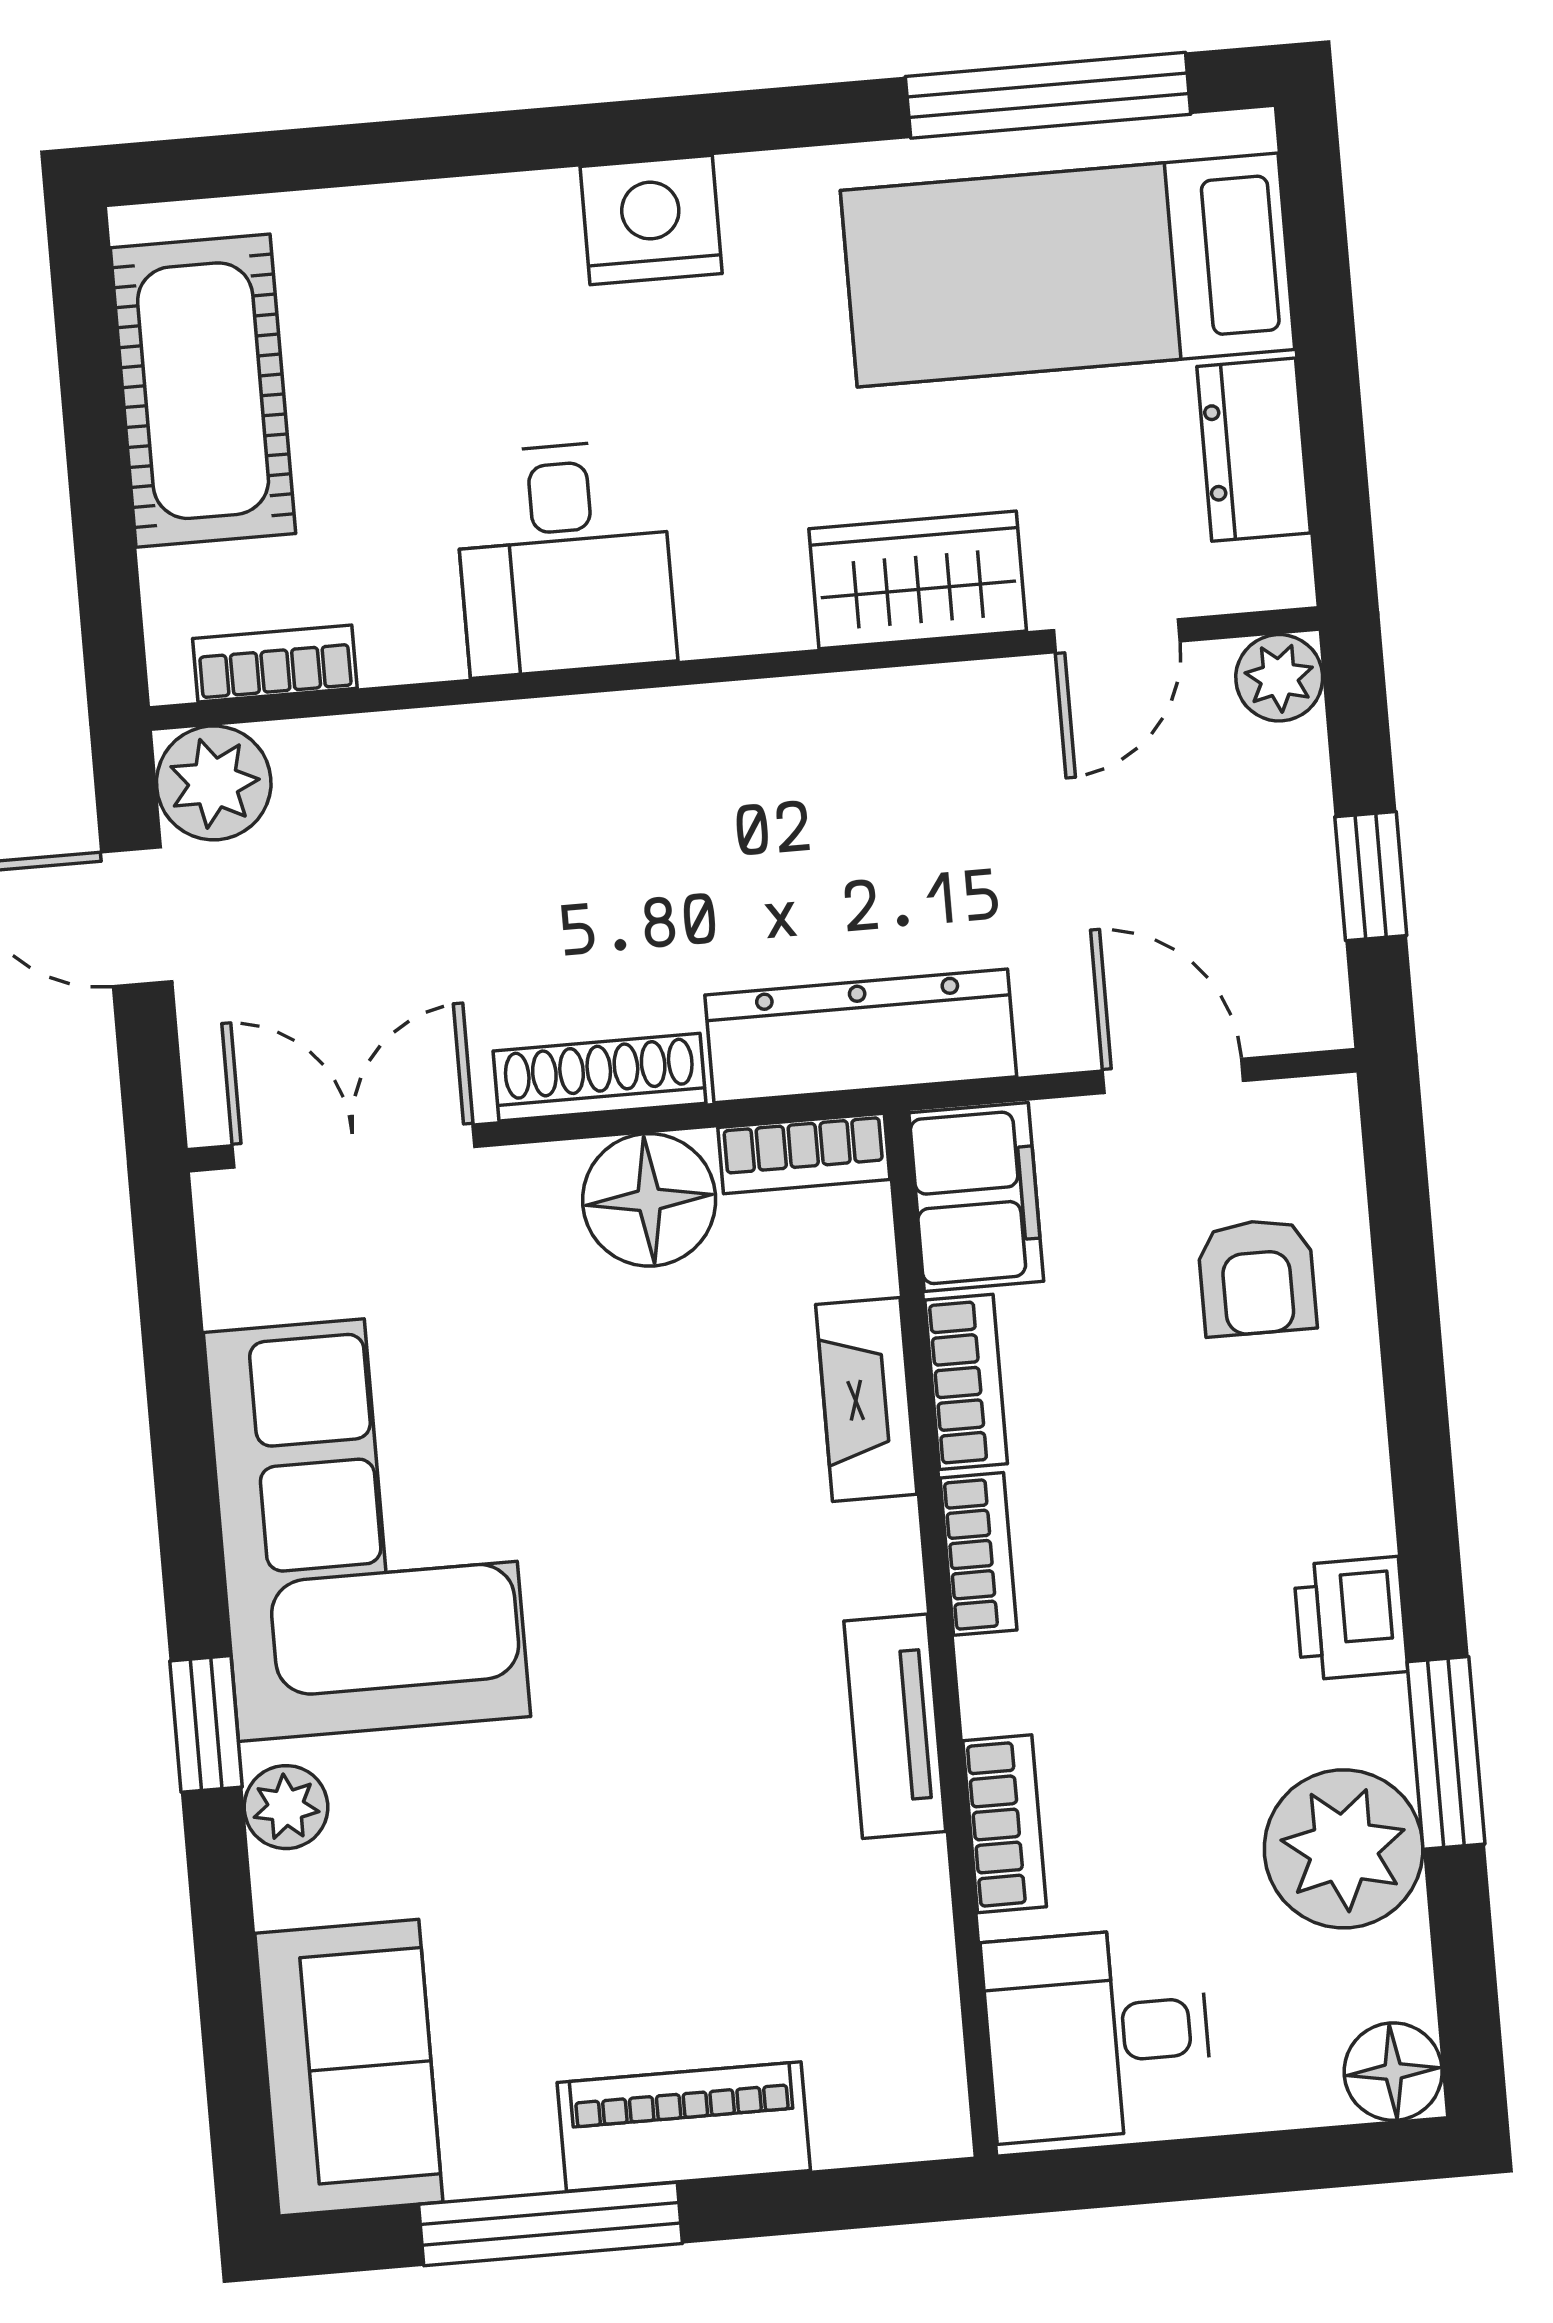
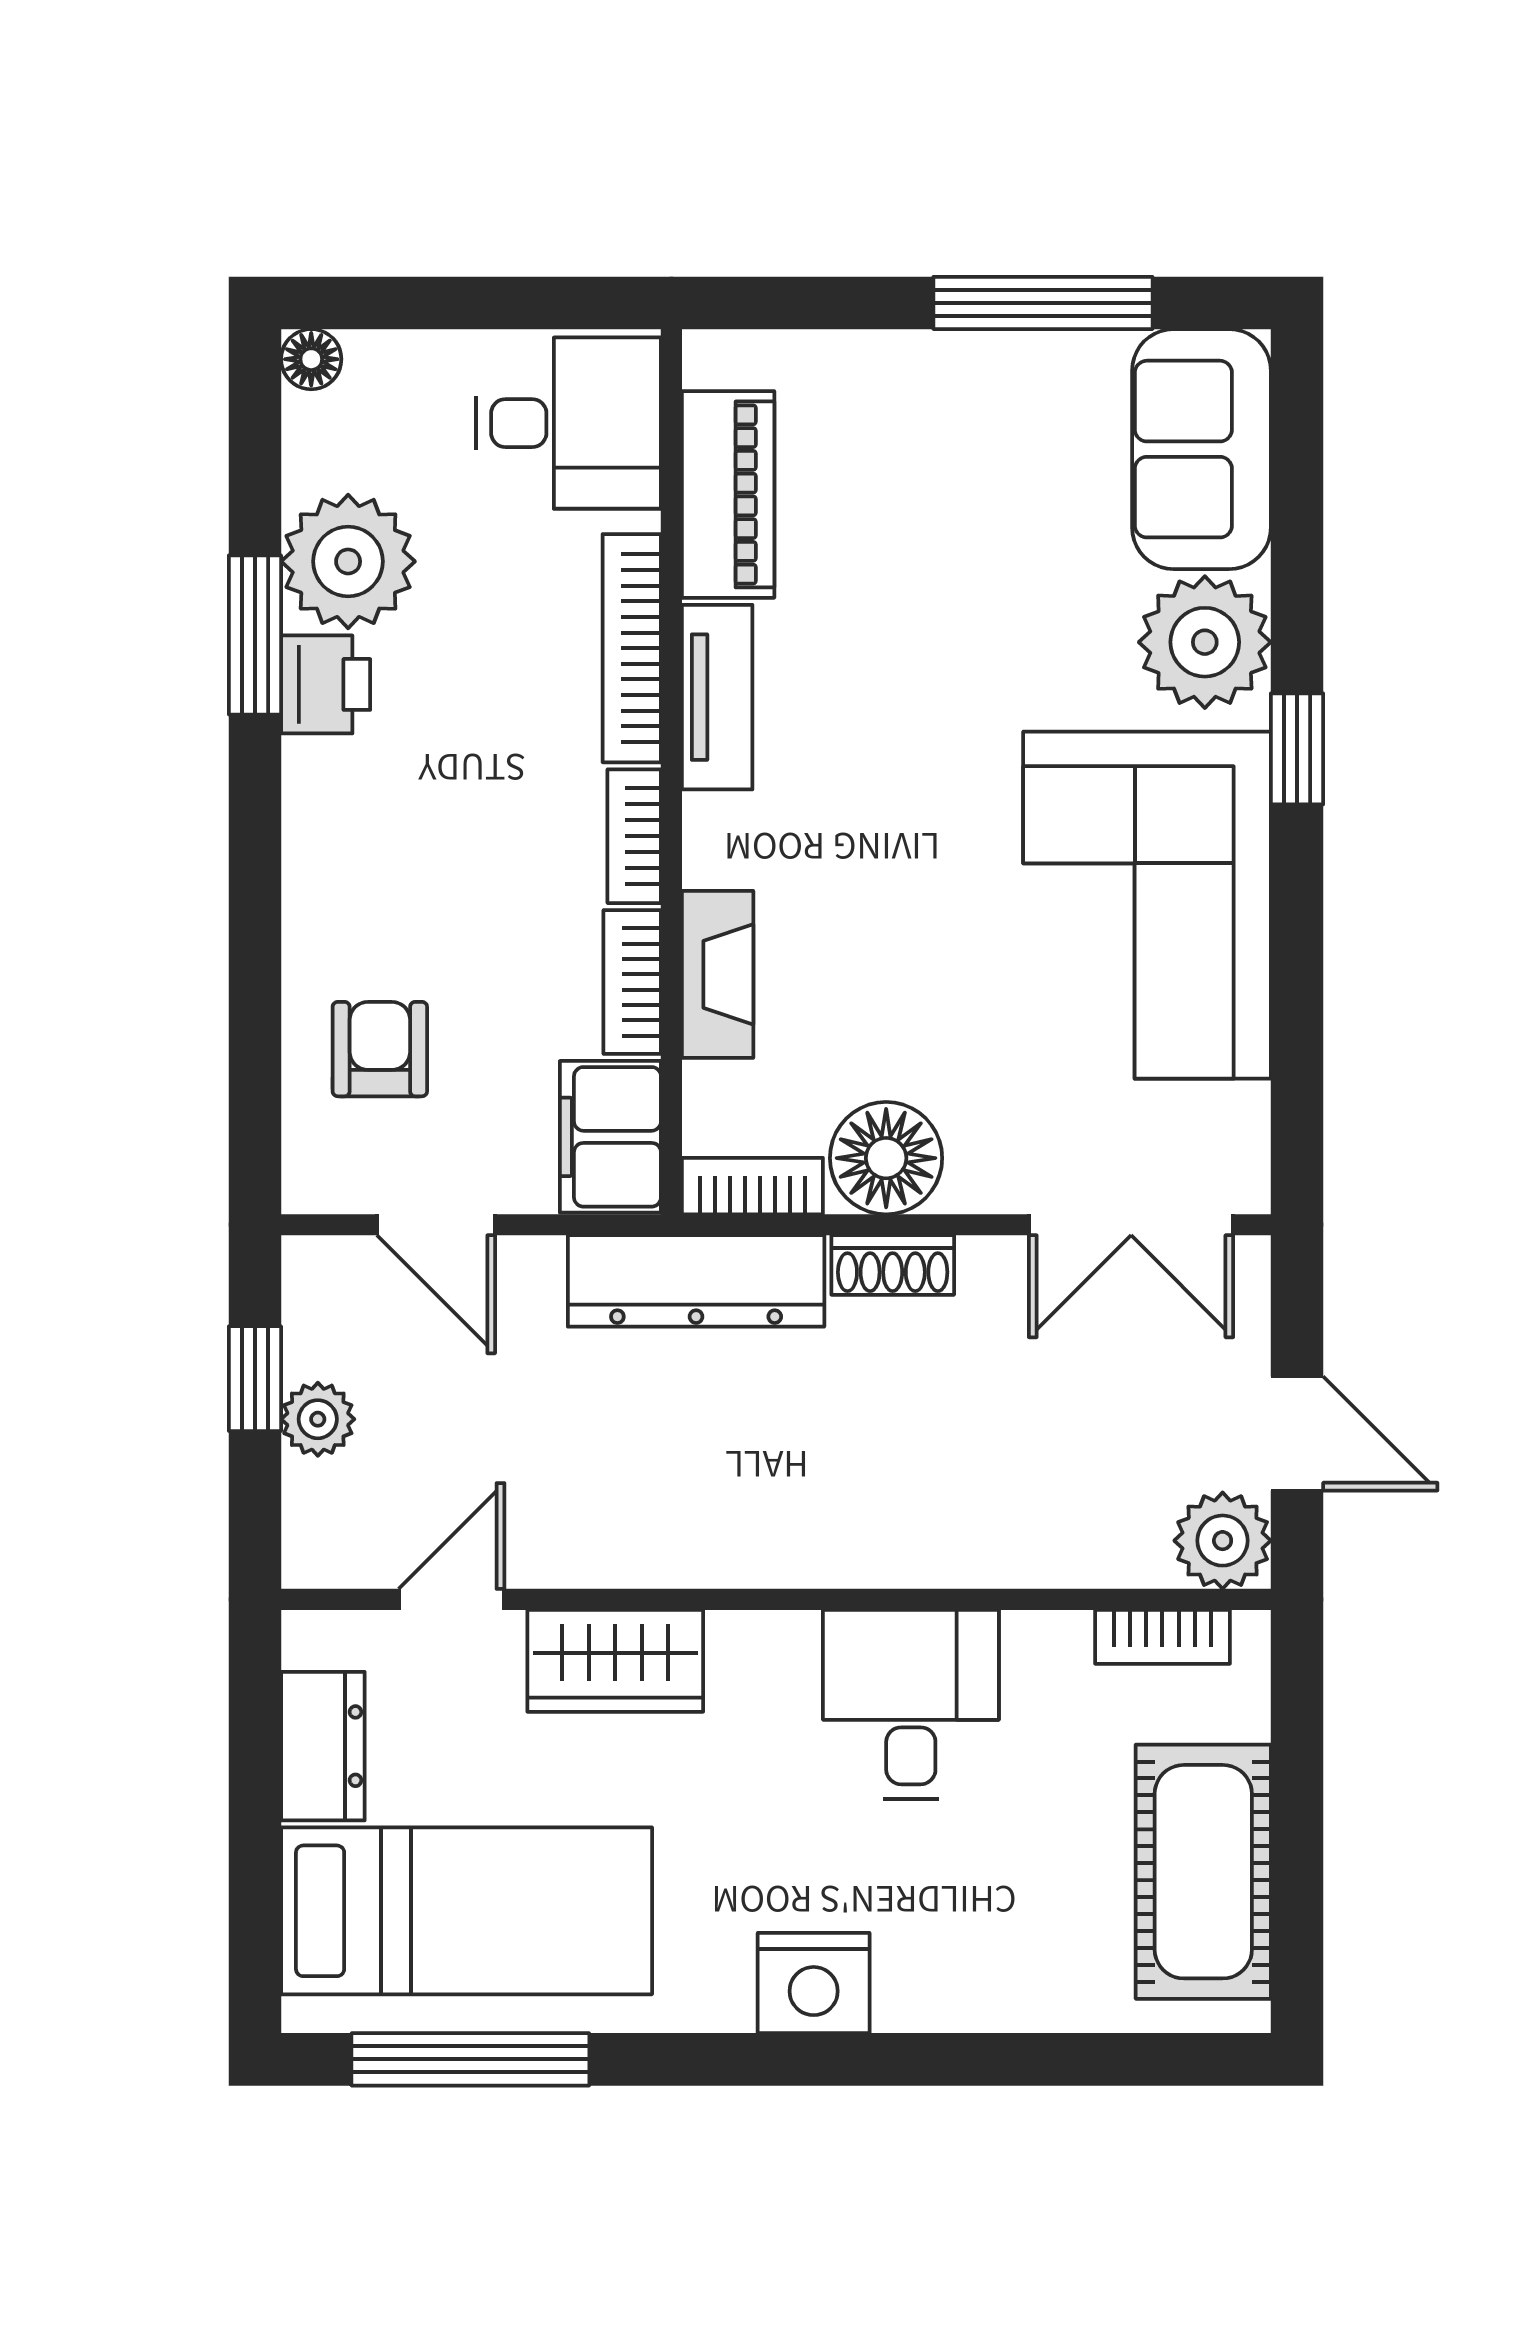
plant: (1279, 678) -> (318, 1419), moved
shoe rack: (599, 1077) -> (893, 1265), width x0.70
printer: (1350, 1618) -> (326, 684), moved
plant: (286, 1807) -> (1205, 642), width x1.87, depth x1.87
bookcase: (1005, 1824) -> (632, 648), width x1.56
floor lamp: (1393, 2072) -> (311, 359), width x0.73, depth x0.73
piano: (684, 2127) -> (728, 494), moved, turned -90

